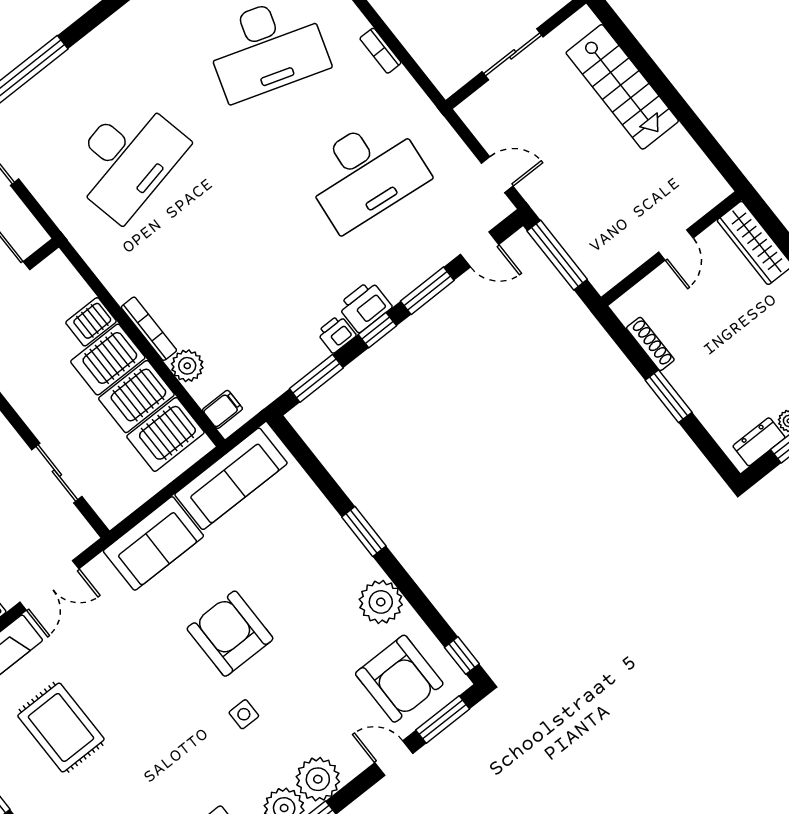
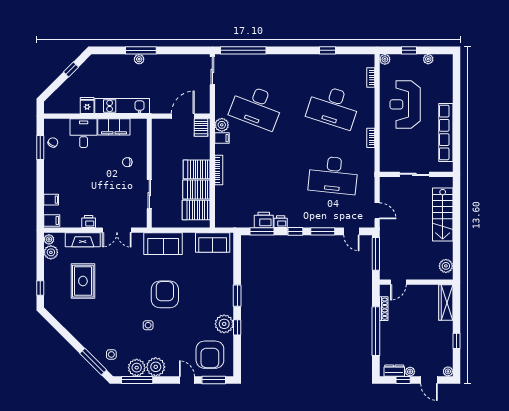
desk: (127, 159) -> (256, 107), turned 33
plant: (702, 176) -> (446, 266), added
door: (676, 245) -> (398, 282), moved
printer: (365, 306) -> (264, 220), moved
server rack: (91, 322) -> (201, 128), moved, turned -90
plant: (187, 366) -> (222, 125), moved
window: (669, 396) -> (376, 331), width x2.11
filing cabinet: (222, 409) -> (222, 138), moved
sofa: (231, 479) -> (213, 242), width x0.73
window: (462, 656) -> (237, 327), moved

